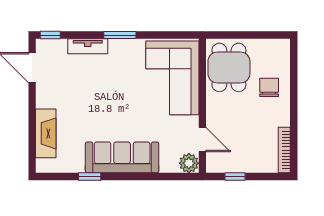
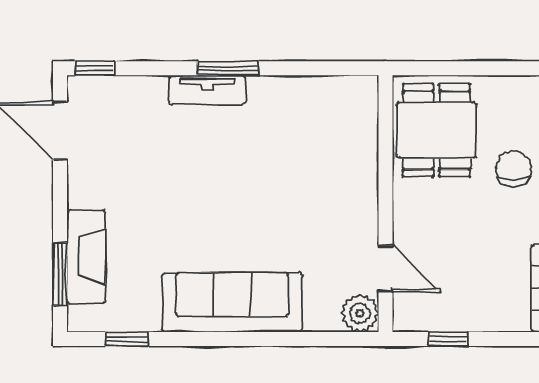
tv unit: (88, 46) -> (207, 90), moved
corner sofa: (172, 78) -> (328, 150), removed
window: (32, 143) -> (60, 274), added
window: (90, 177) -> (127, 339), moved

